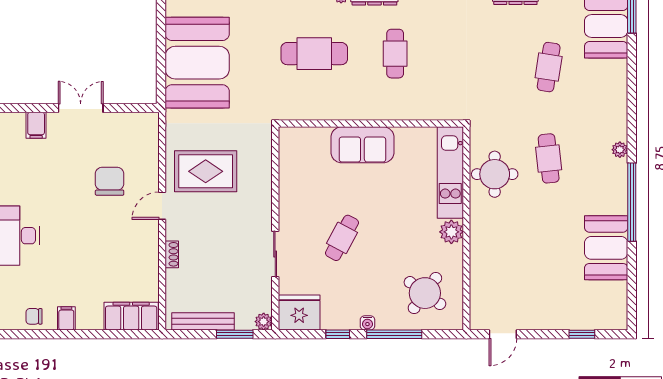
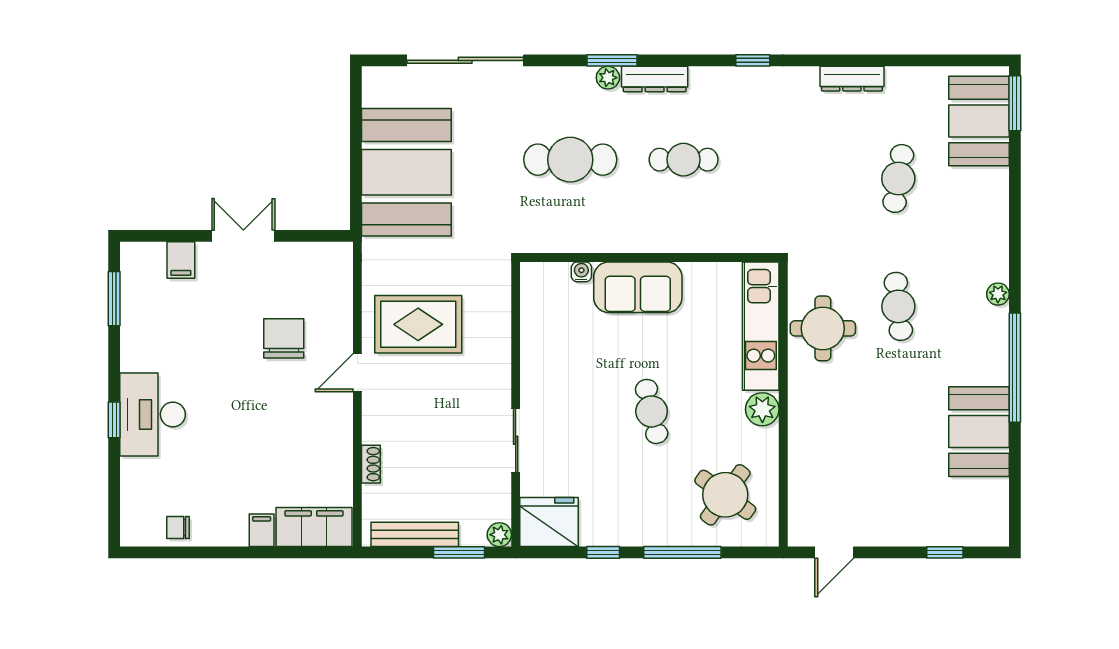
cafe table: (395, 54) -> (684, 160), turned 90
cafe table: (342, 238) -> (652, 411), moved, turned -41
shoe rack: (172, 254) -> (371, 464), moved
filing cabinet: (66, 318) -> (262, 530), moved
water cooler: (367, 323) -> (581, 272), moved, turned 180

